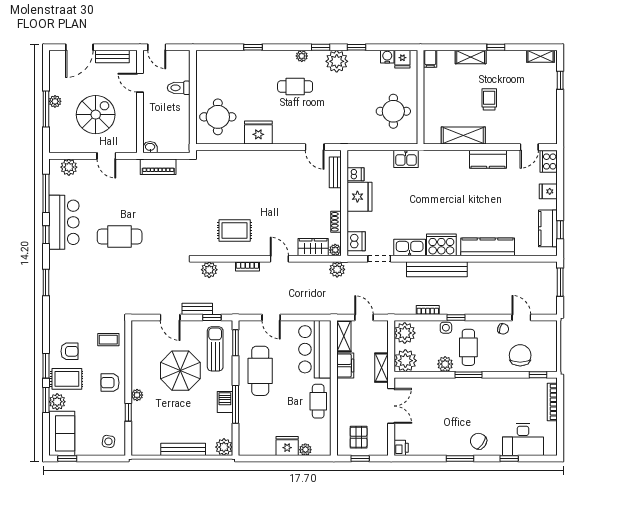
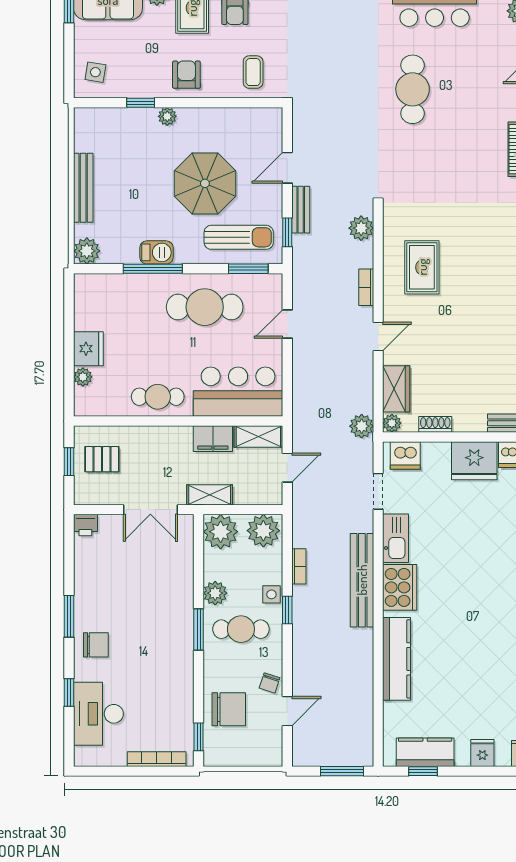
chair: (479, 441) -> (96, 645), turned 55

